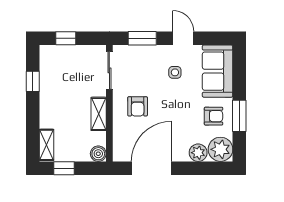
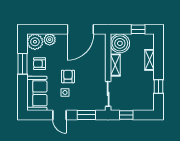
window: (66, 38) -> (126, 115), moved
armchair: (138, 106) -> (68, 76), moved
shelving: (47, 145) -> (150, 60), moved
boiler: (98, 154) -> (120, 43), width x1.86, depth x1.86

